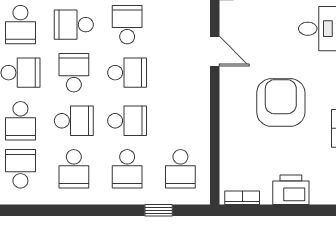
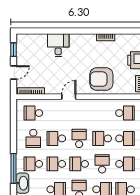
school desk: (74, 25) -> (56, 164), turned 90
armchair: (281, 103) -> (101, 79), moved
school desk: (127, 121) -> (102, 138), turned -90

